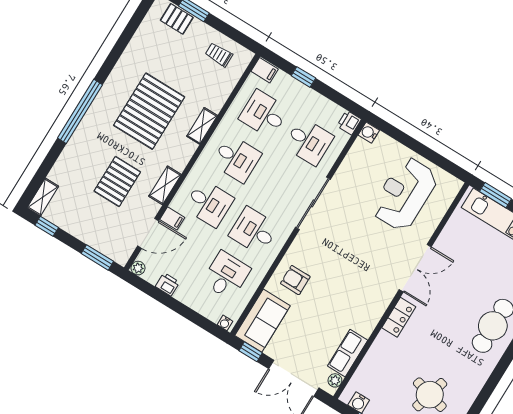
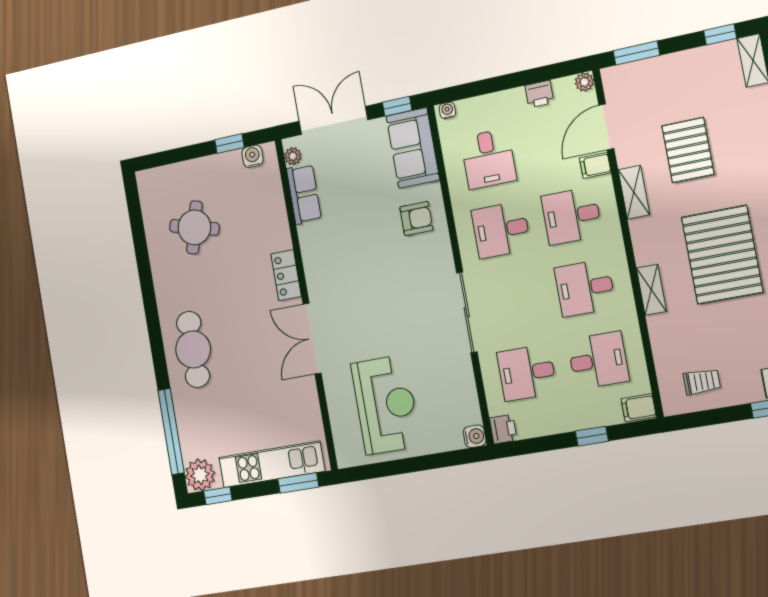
desk: (254, 231) -> (501, 230), turned 180

